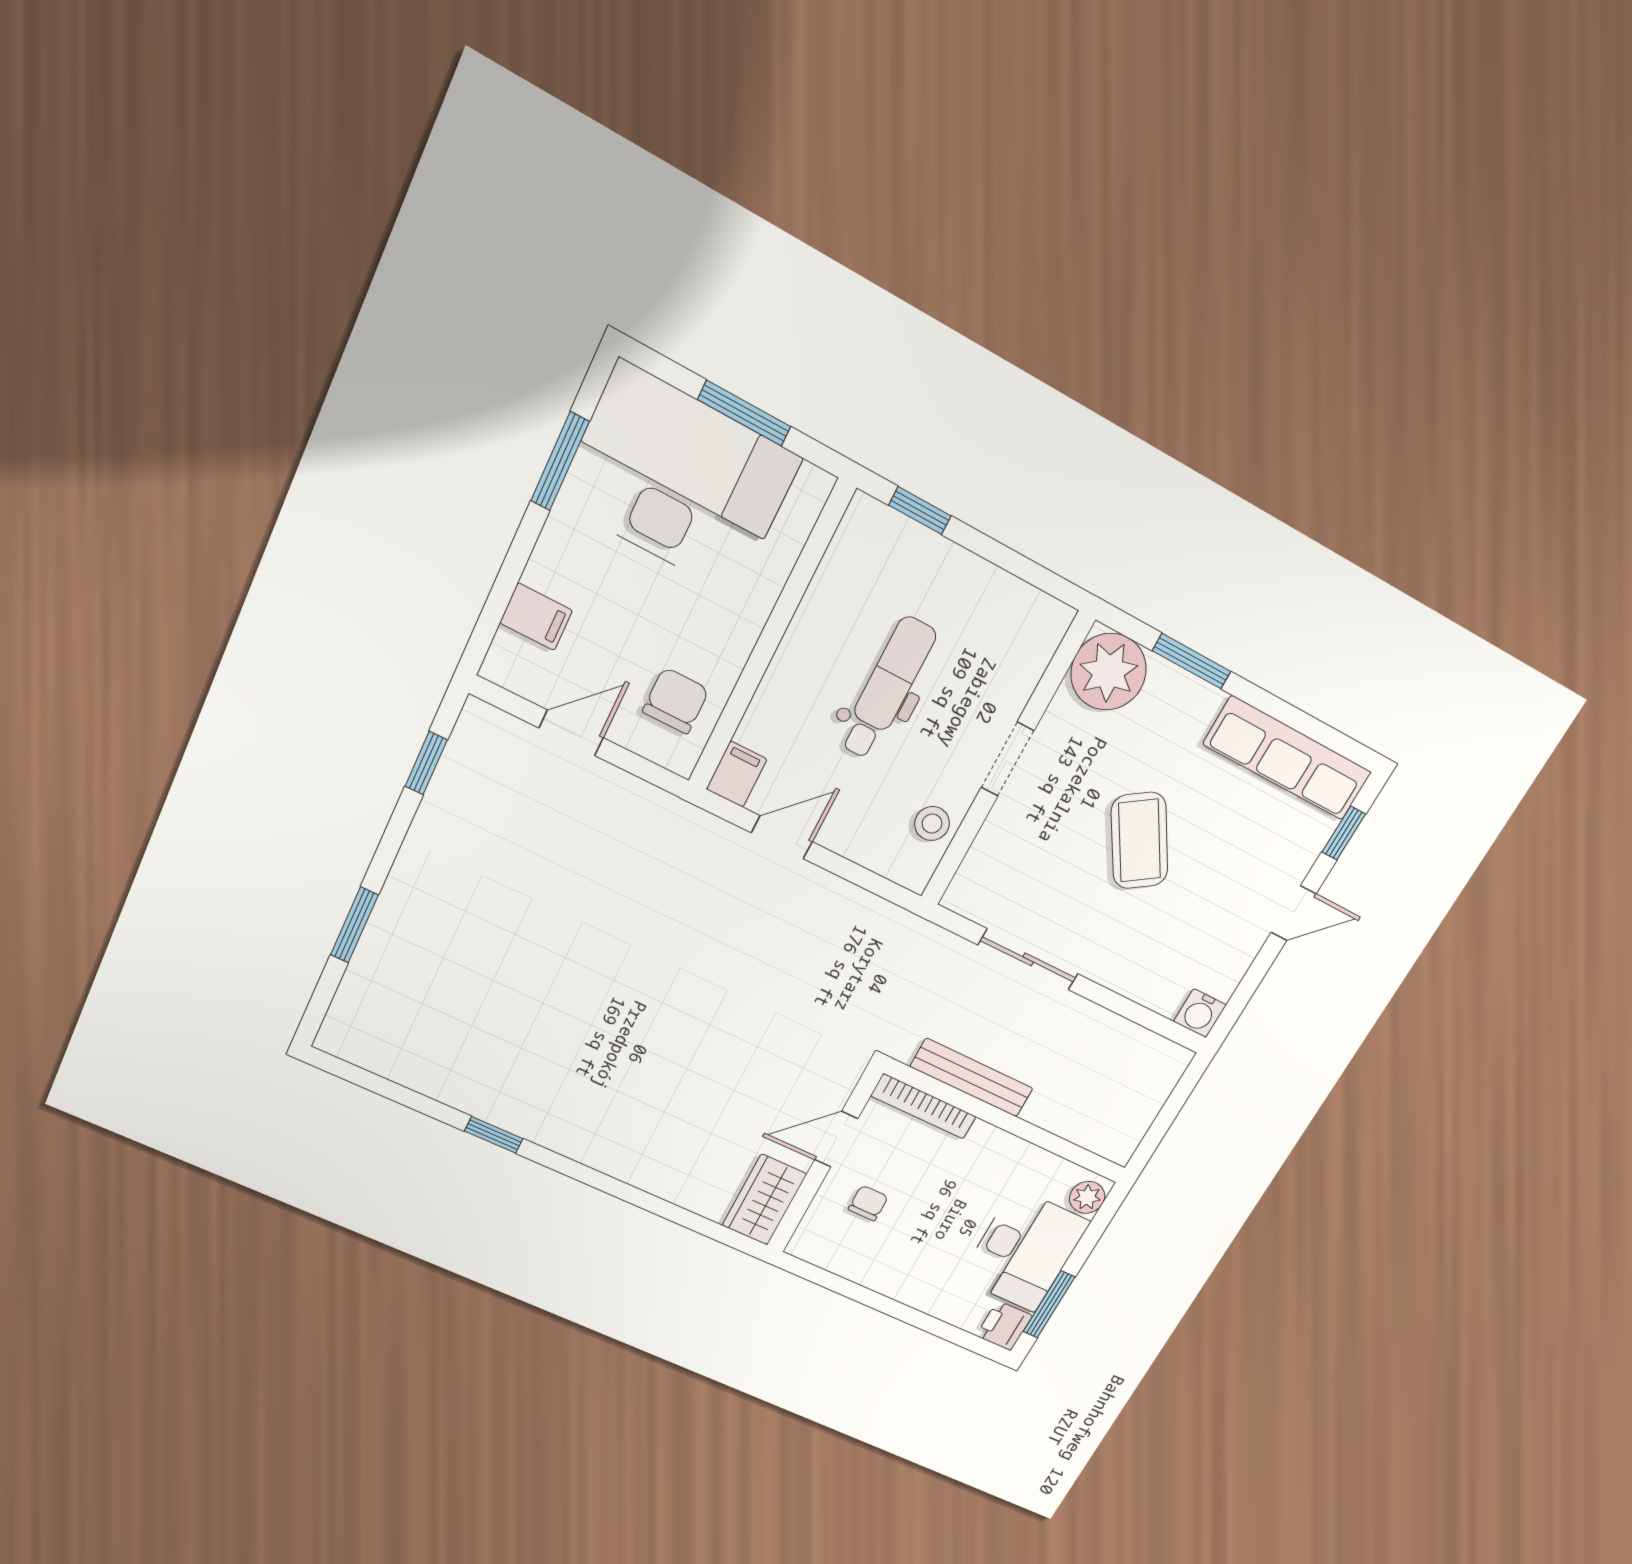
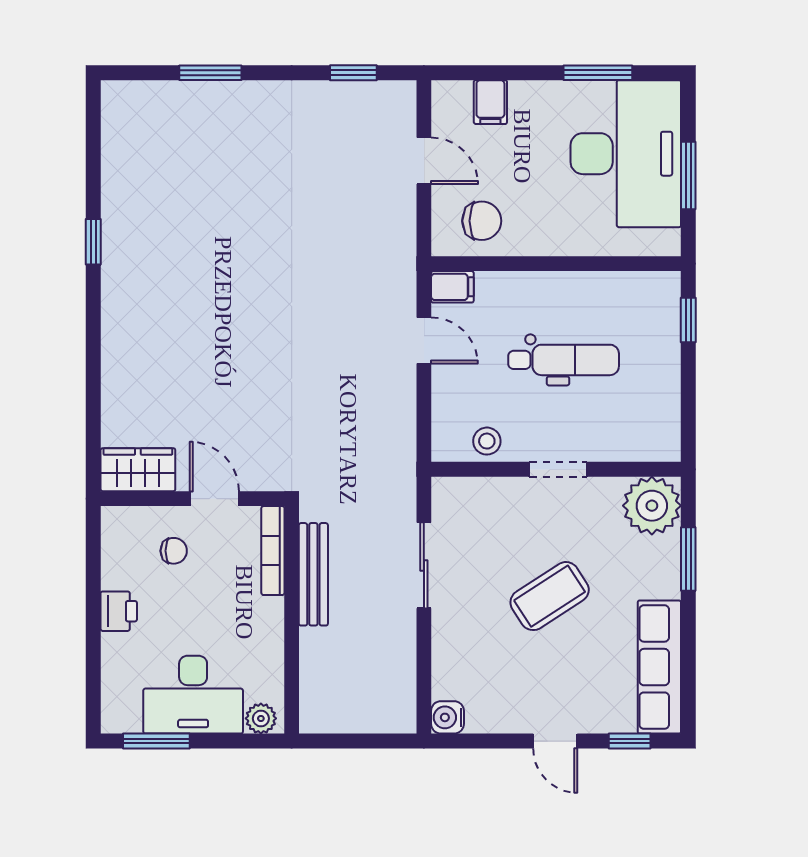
printer: (1004, 1326) -> (119, 611), moved, turned 90

